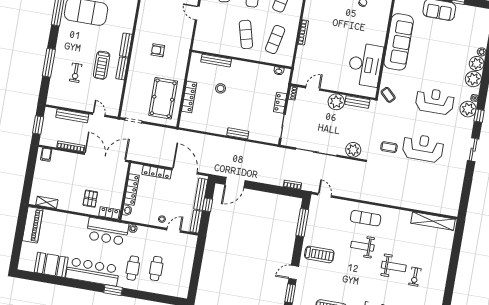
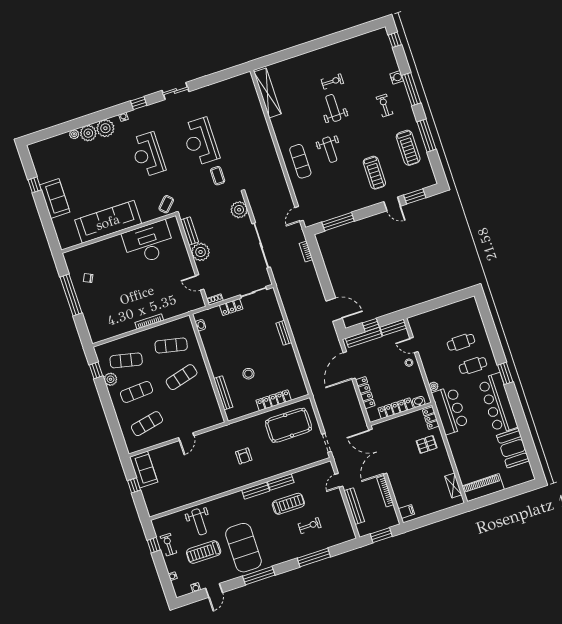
plant: (468, 109) -> (138, 118), removed
treadmill: (319, 254) -> (374, 173), moved, turned 180

